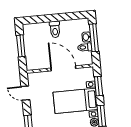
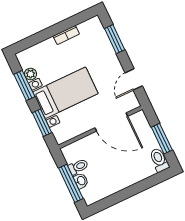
toilet: (55, 29) -> (159, 160), moved
door: (63, 68) -> (111, 122), moved
door: (25, 93) -> (134, 79), swing flipped

